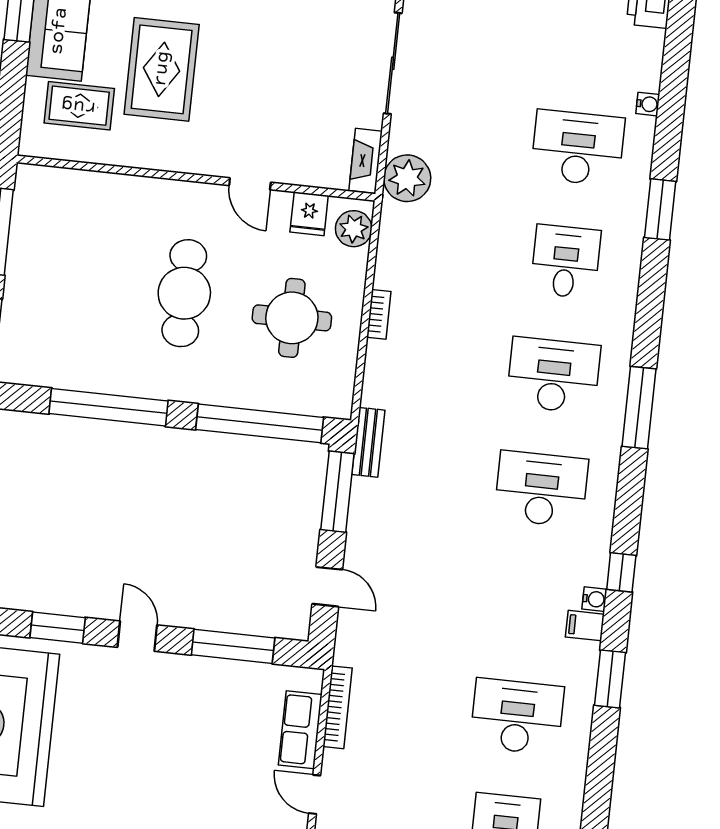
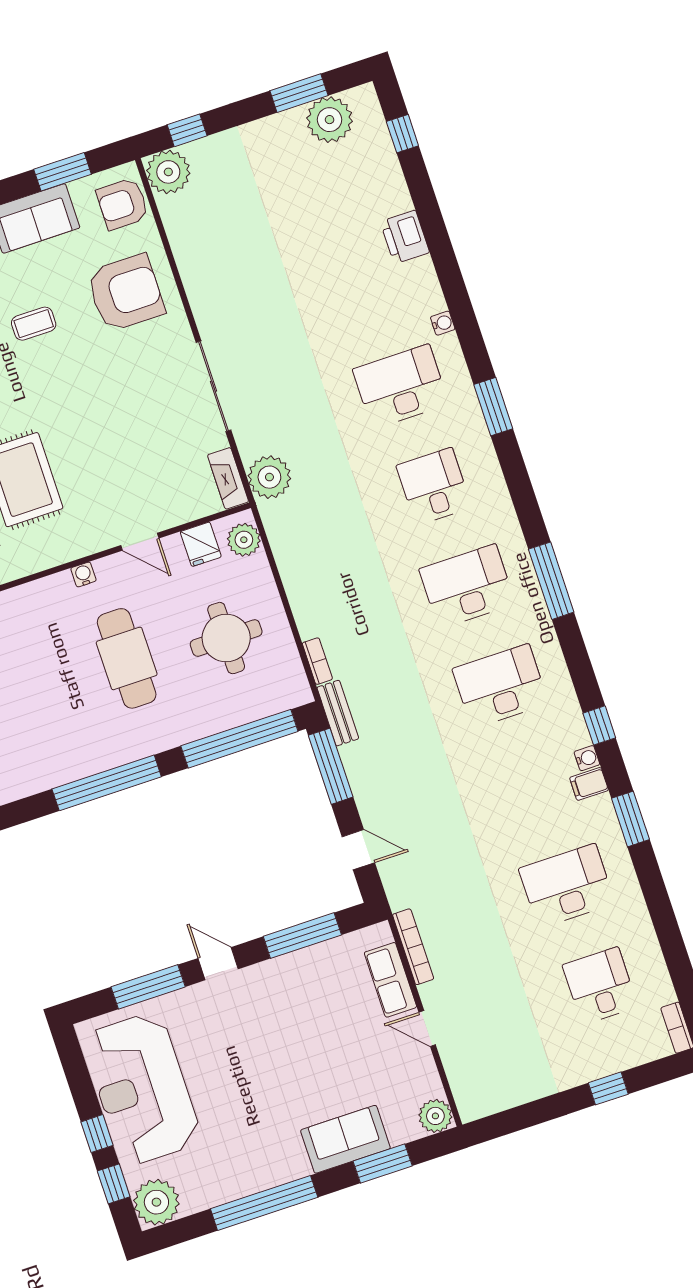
water cooler: (179, 191) -> (83, 574), added
bookcase: (379, 314) -> (317, 661), moved
window: (58, 628) -> (148, 987), width x1.44

